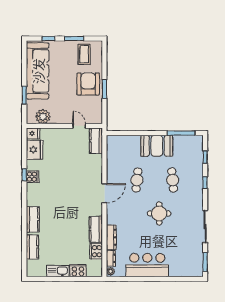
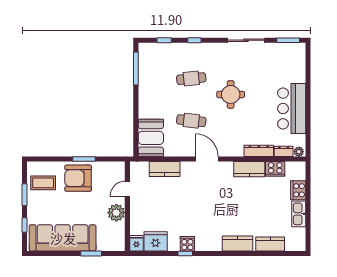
plant: (43, 116) -> (116, 213), moved
kitchen counter: (96, 141) -> (165, 169), moved
booth: (157, 146) -> (151, 138), moved

